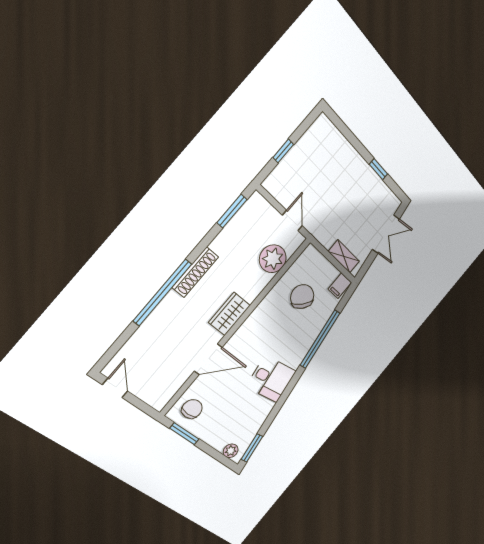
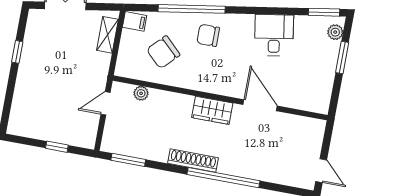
plant: (273, 259) -> (141, 93), width x0.53, depth x0.53
desk: (271, 379) -> (274, 35), moved
door: (115, 388) -> (321, 171), swing flipped
chair: (192, 409) -> (208, 35), moved
window: (184, 434) -> (342, 57), moved

